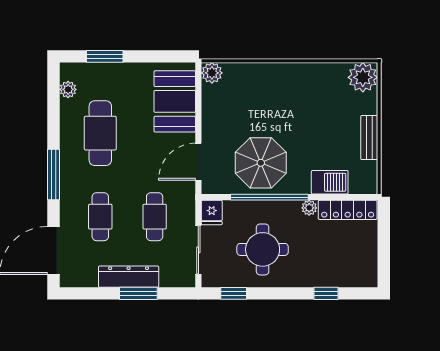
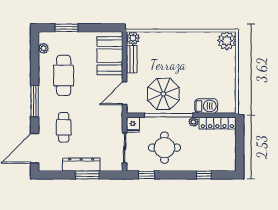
bench: (369, 138) -> (132, 59), moved
cafe table: (155, 217) -> (97, 127), removed

